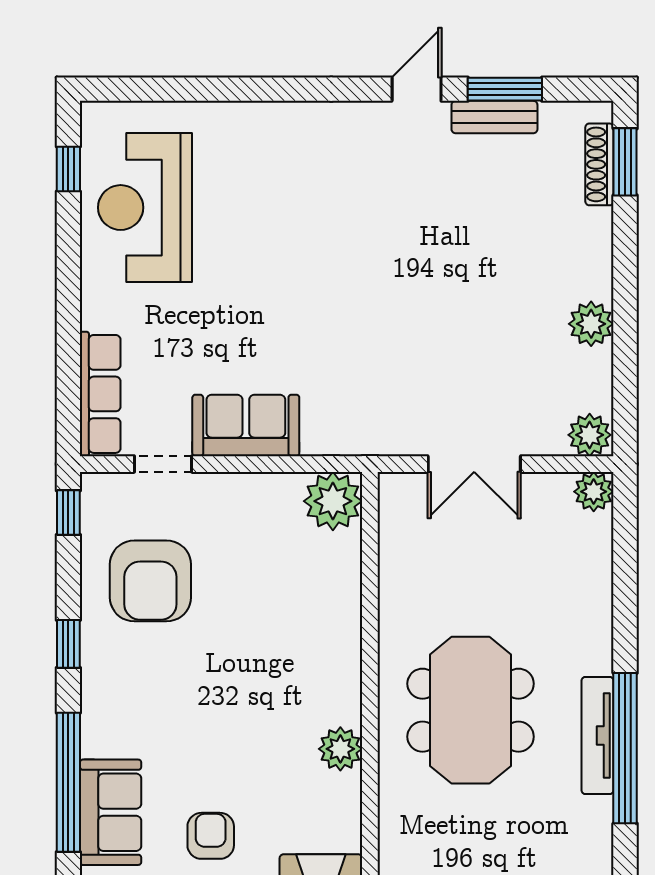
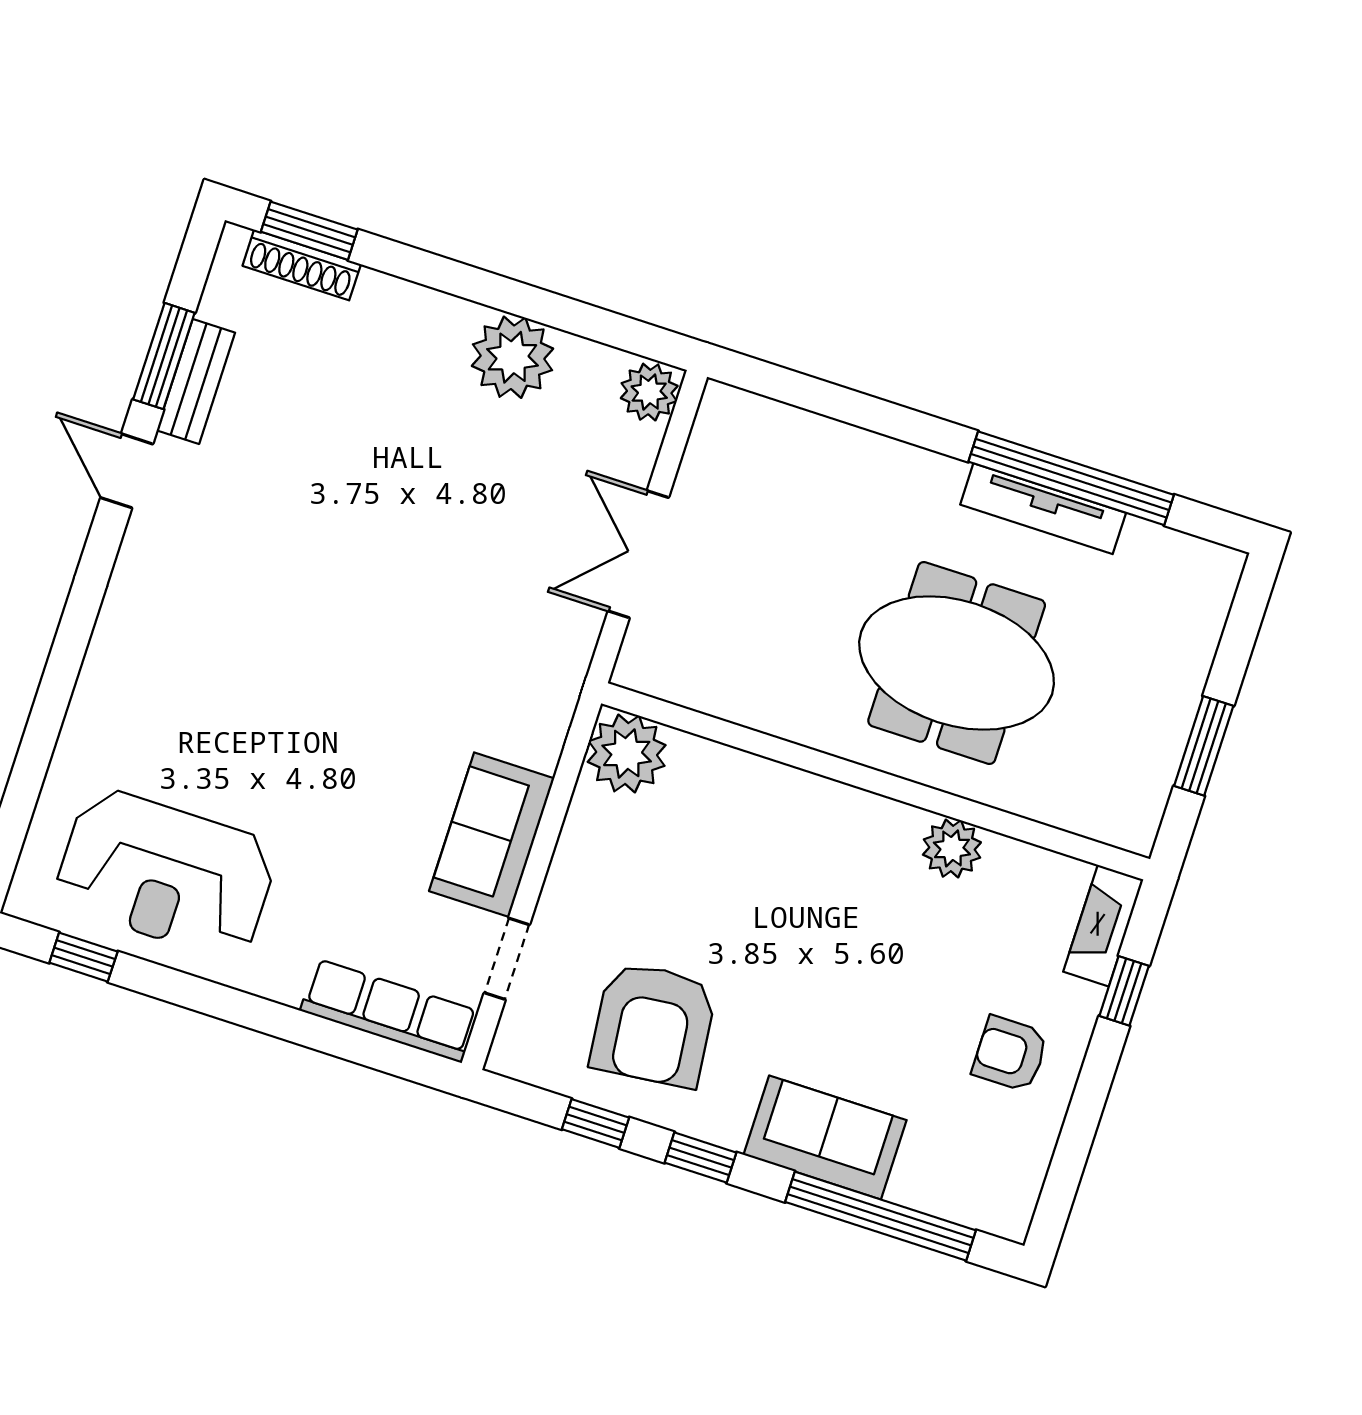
plant: (591, 324) -> (513, 357), width x1.36, depth x1.36
double door: (474, 464) -> (638, 554), swing flipped
plant: (594, 492) -> (724, 411), removed
window: (68, 513) -> (595, 1123), moved
armchair: (150, 581) -> (653, 1024), turned 84
sofa: (111, 812) -> (825, 1137), moved

